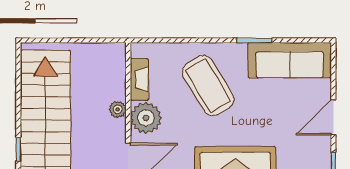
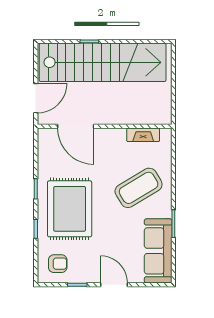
plant: (118, 109) -> (120, 118), removed
plant: (146, 118) -> (114, 140), removed

